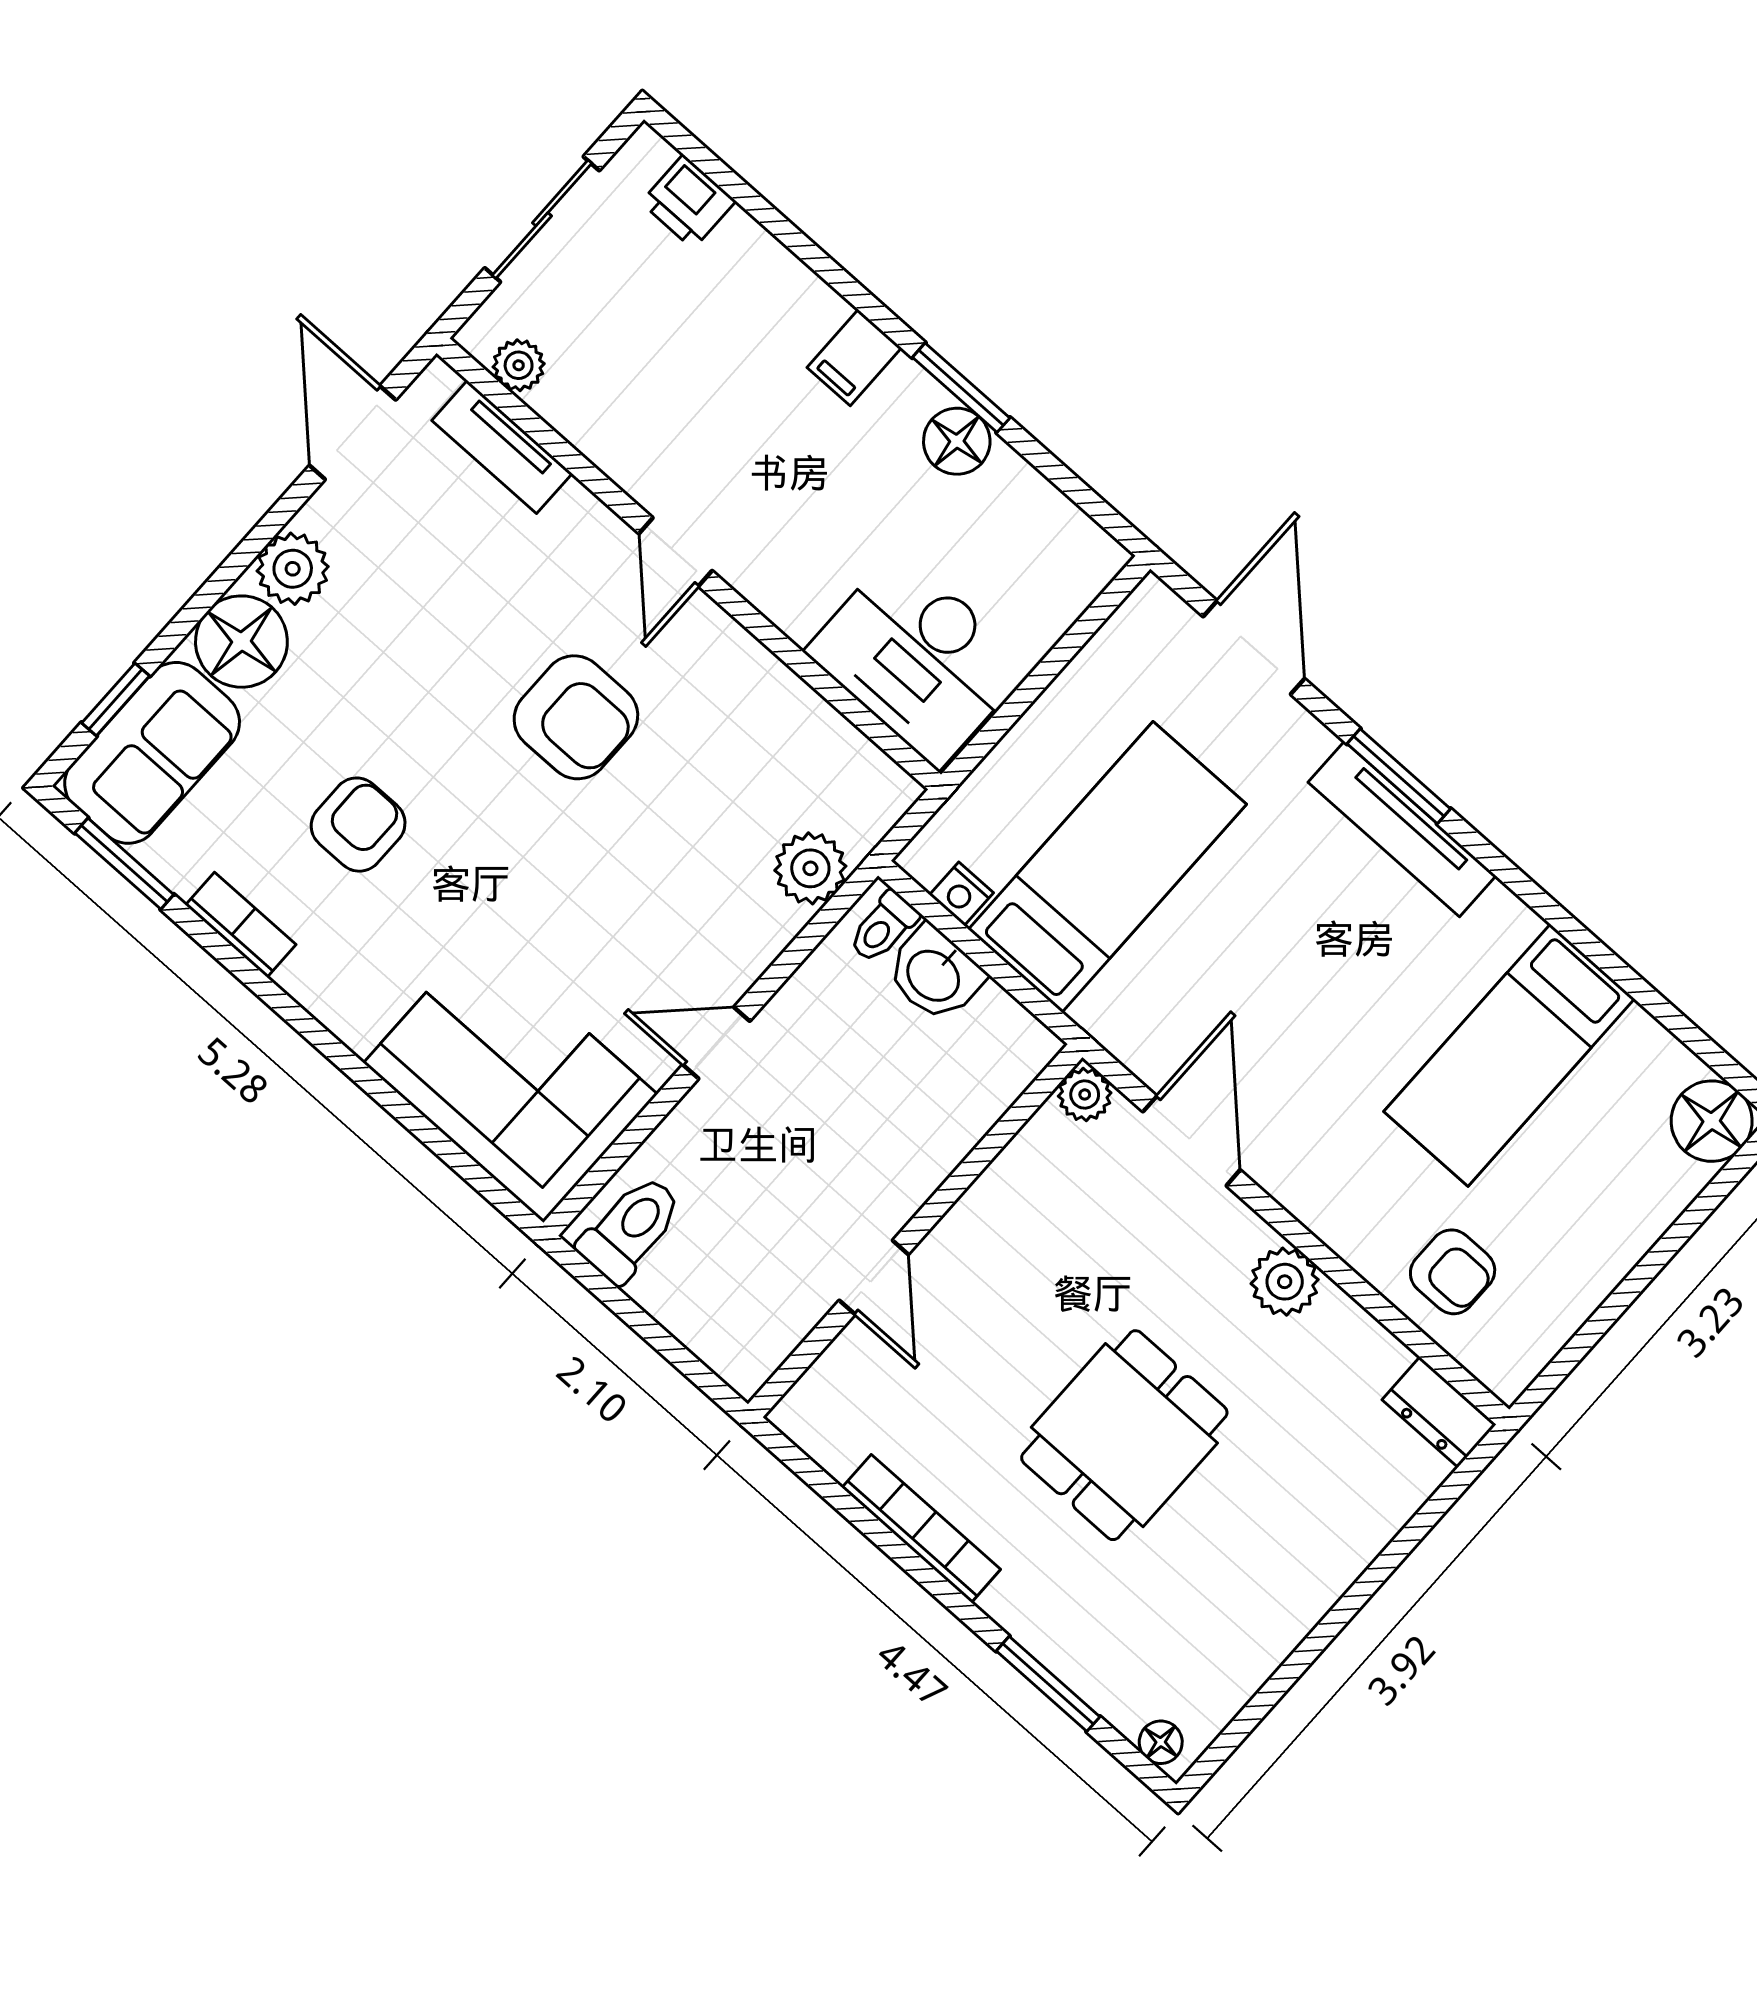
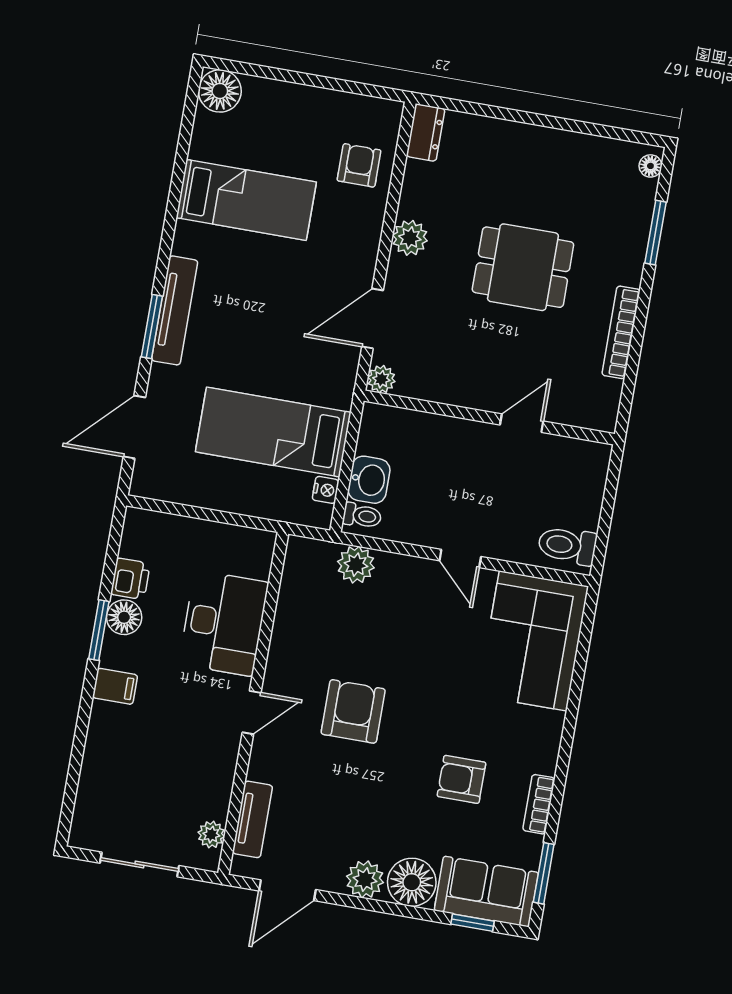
printer: (688, 202) -> (130, 579), moved
desk: (918, 658) -> (224, 623), moved

